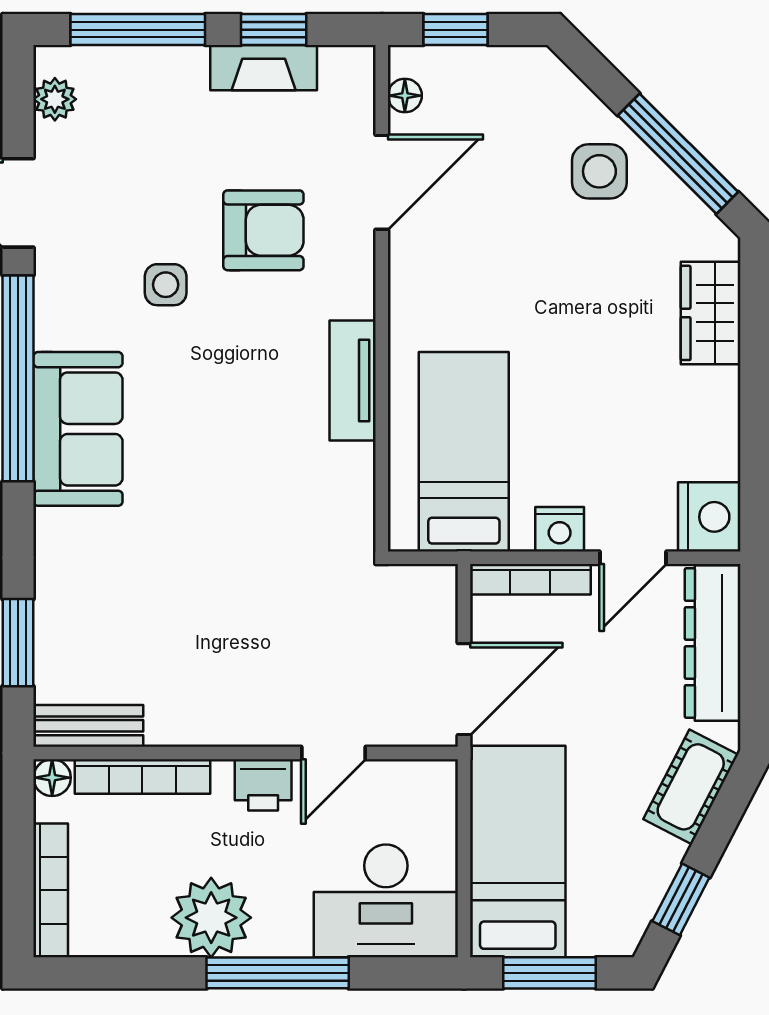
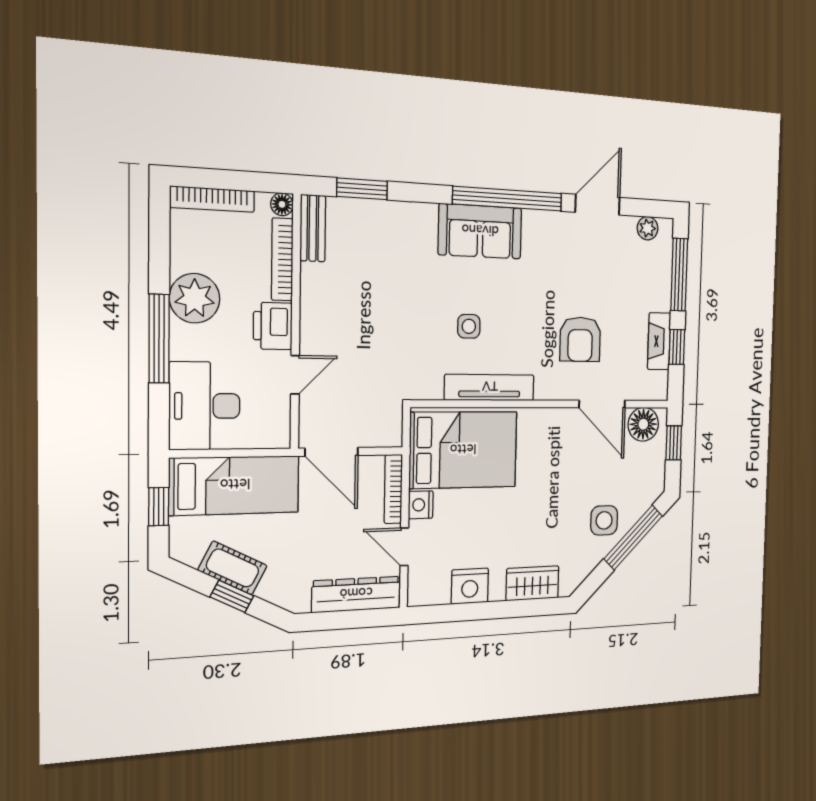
floor lamp: (405, 96) -> (643, 424), width x1.89, depth x1.89
window: (678, 154) -> (633, 537), moved
side table: (166, 285) -> (469, 326), moved
tv unit: (353, 380) -> (490, 387), width x1.41
bed: (464, 452) -> (463, 450), width x1.50
nightstand: (709, 517) -> (470, 586), moved
door: (333, 753) -> (295, 375), swing flipped
printer: (263, 785) -> (273, 326), width x1.36, depth x1.24
cot: (691, 787) -> (233, 568), moved
window: (681, 899) -> (232, 596), moved
window: (550, 973) -> (159, 507), width x0.67

